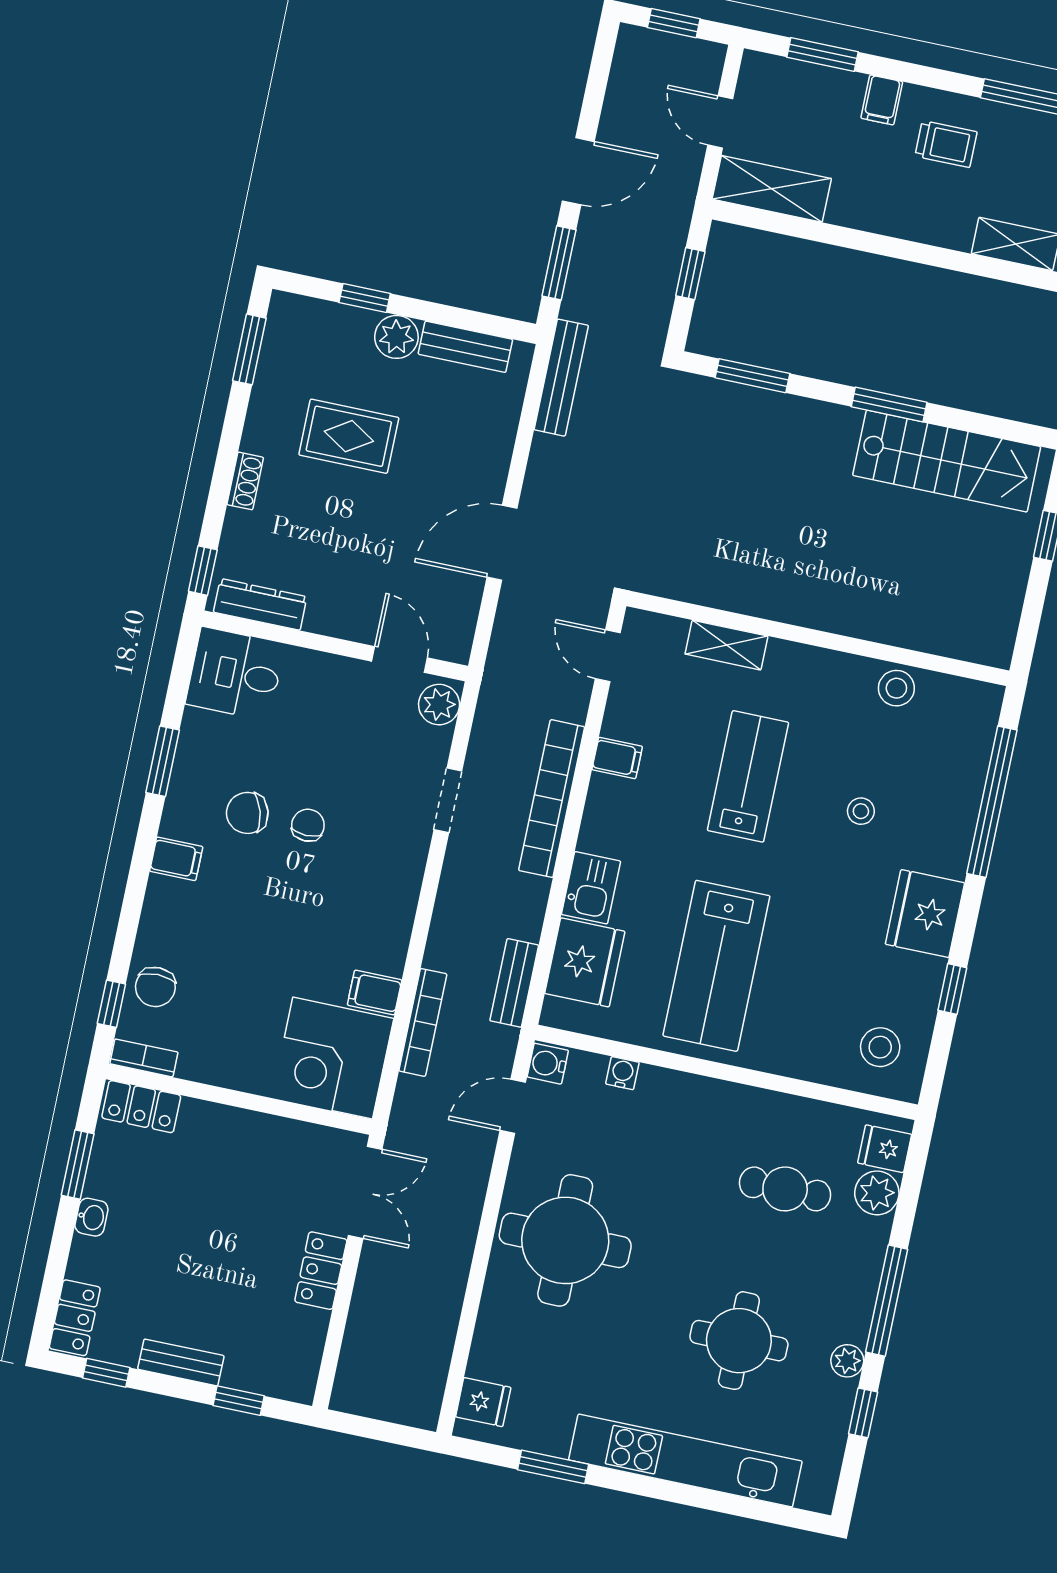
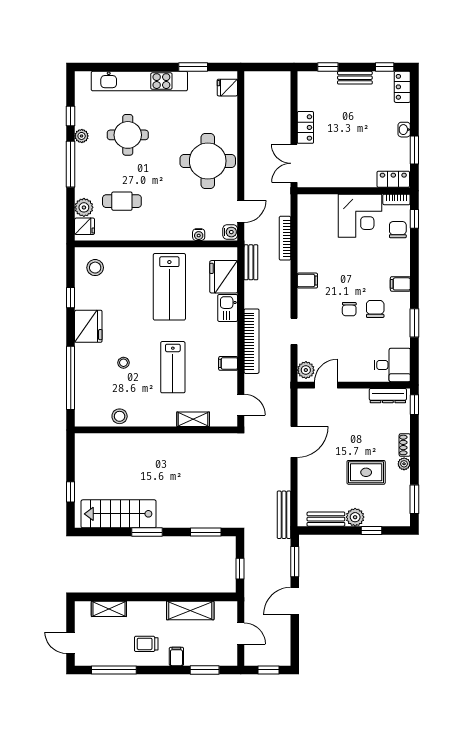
shelving: (772, 189) -> (190, 610), moved
plant: (256, 437) -> (404, 464), added
door: (399, 659) -> (326, 385), swing flipped
chair: (247, 813) -> (375, 309), turned -74
lab bench: (716, 966) -> (169, 287), turned 180
filing cabinet: (375, 992) -> (307, 281), moved
corner desk: (333, 1058) -> (360, 216), moved, turned 90

